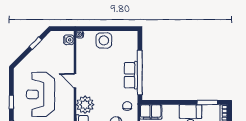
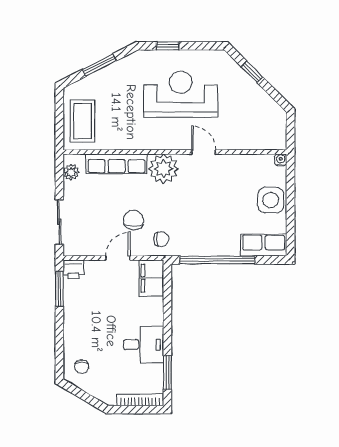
water cooler: (69, 40) -> (272, 142), removed
window: (35, 43) -> (252, 72), moved
row of seats: (131, 75) -> (264, 245), moved
door: (75, 81) -> (204, 152), hinge flipped

